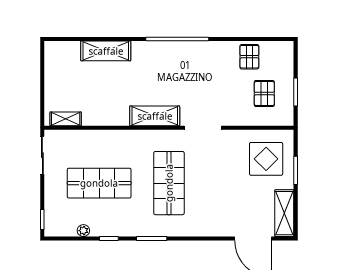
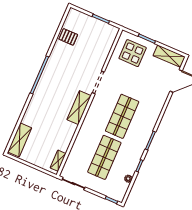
shelving: (106, 51) -> (20, 140), moved
pallet: (264, 94) -> (94, 37), removed
shop shelf: (169, 183) -> (122, 116), turned 90

